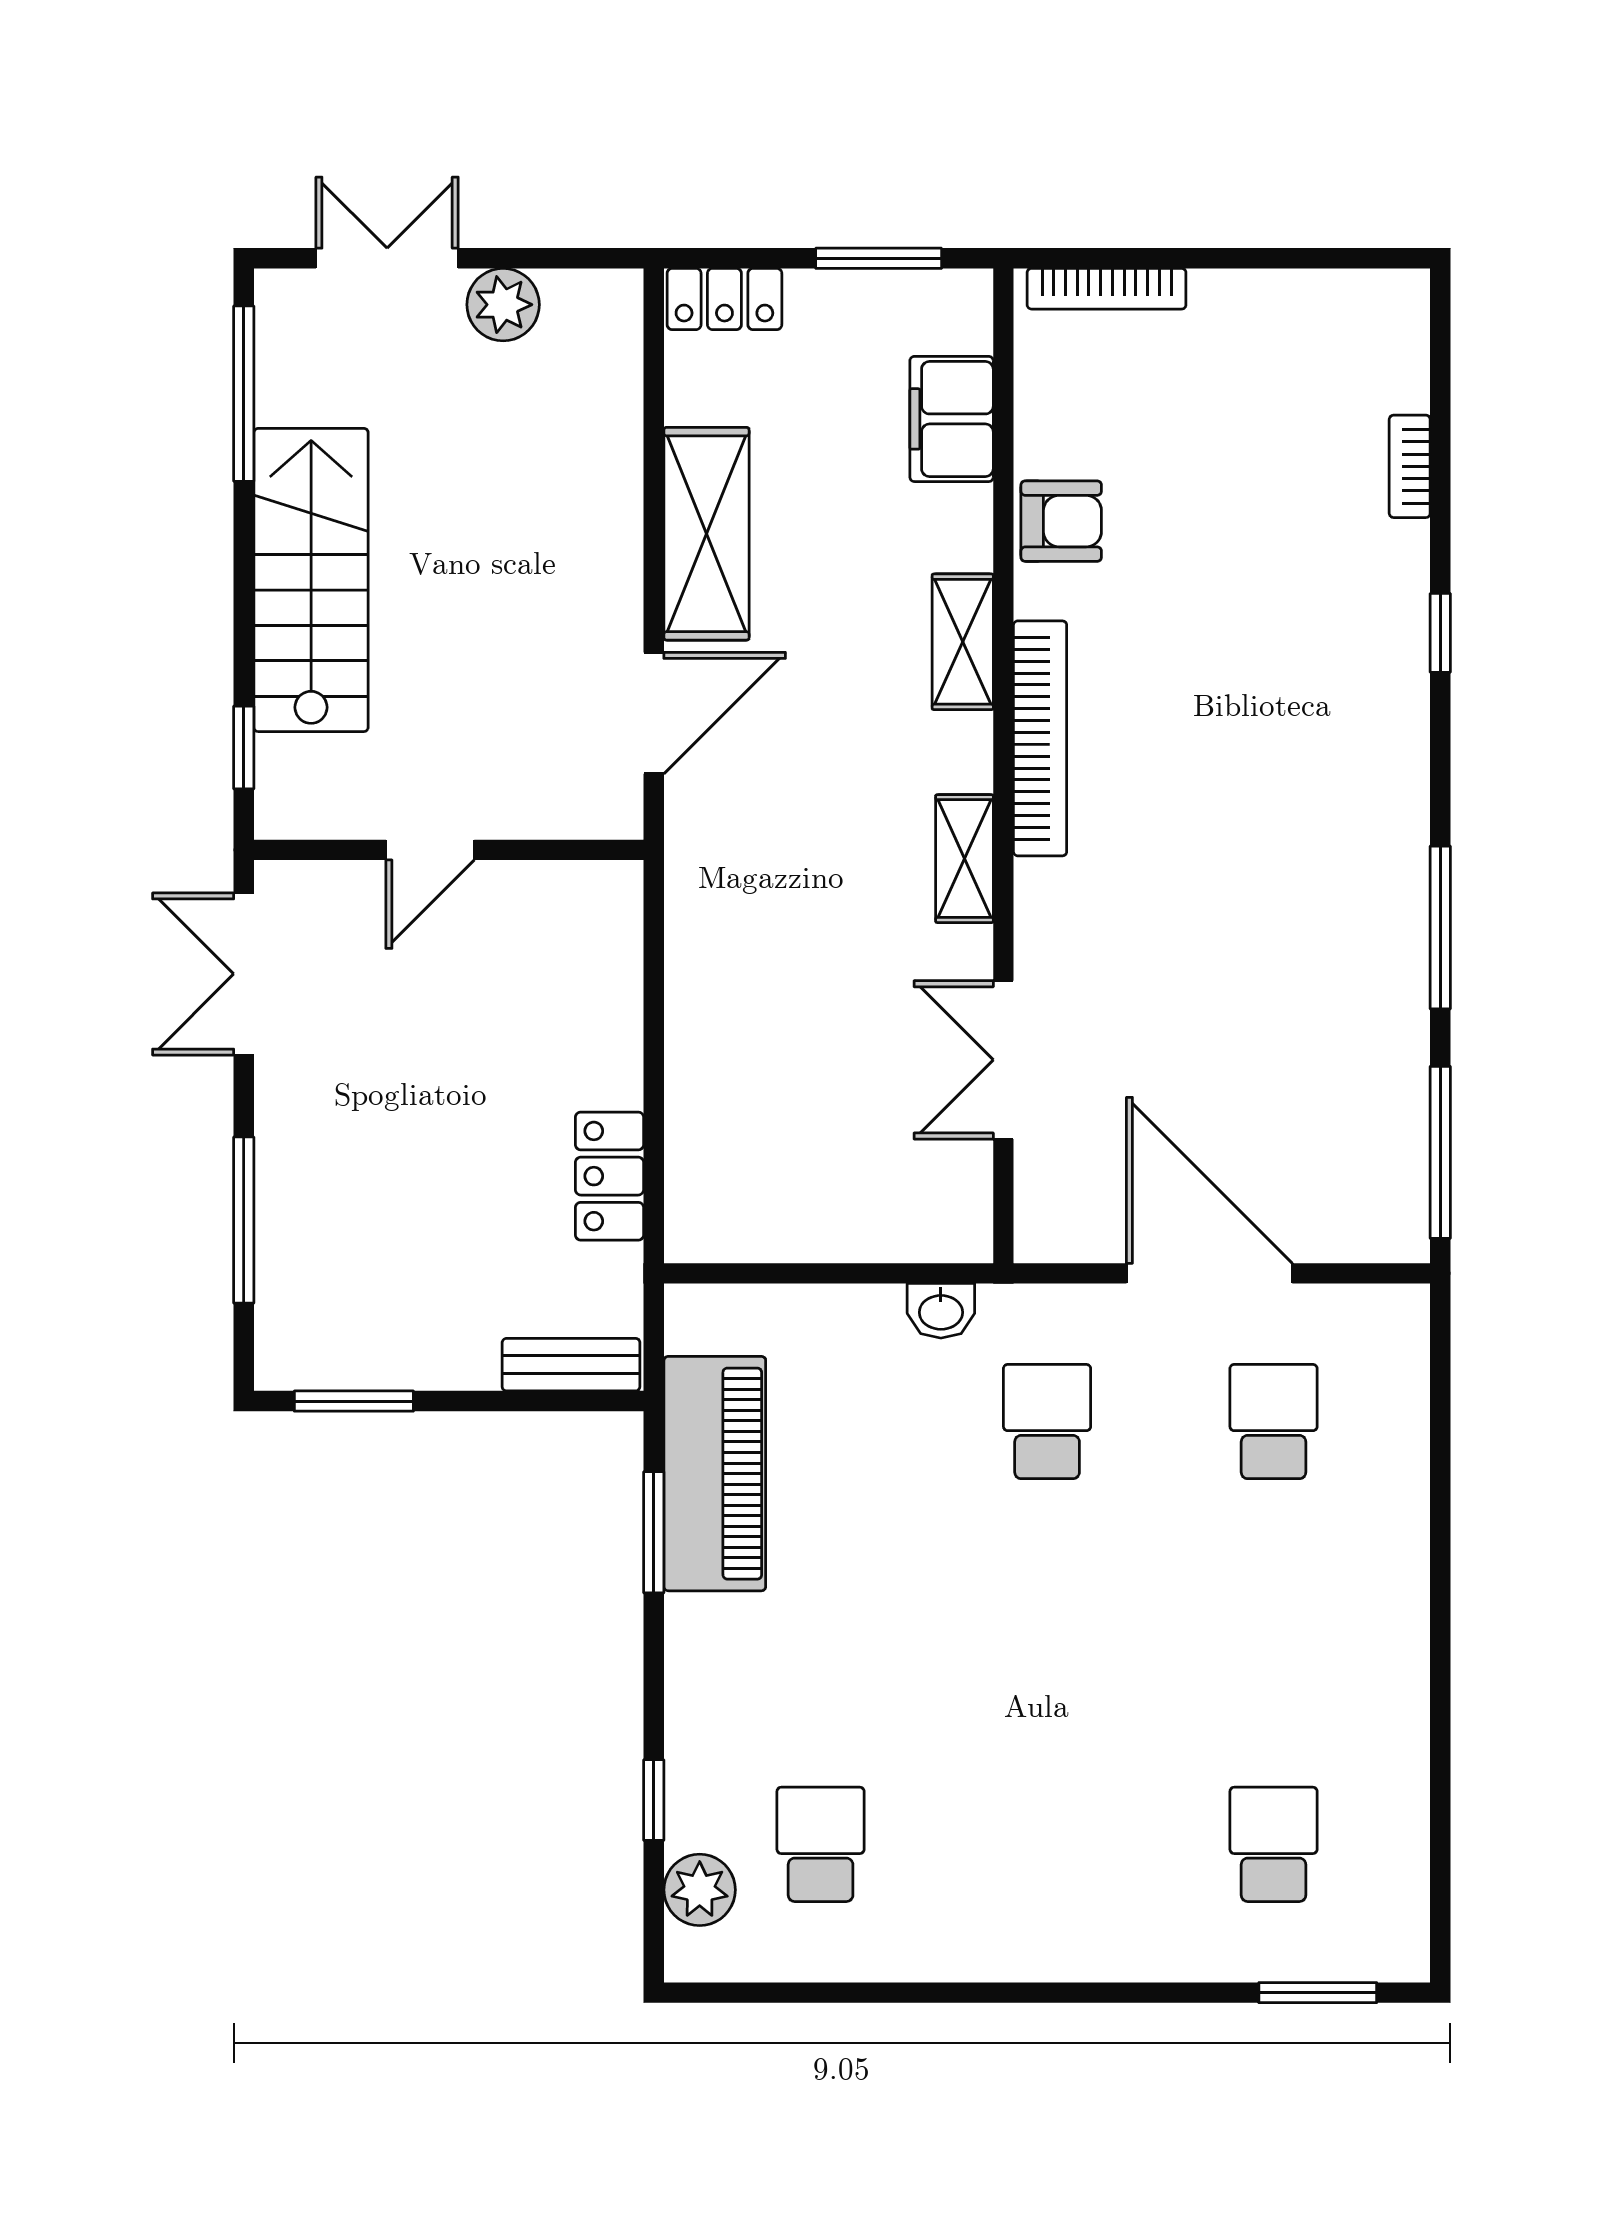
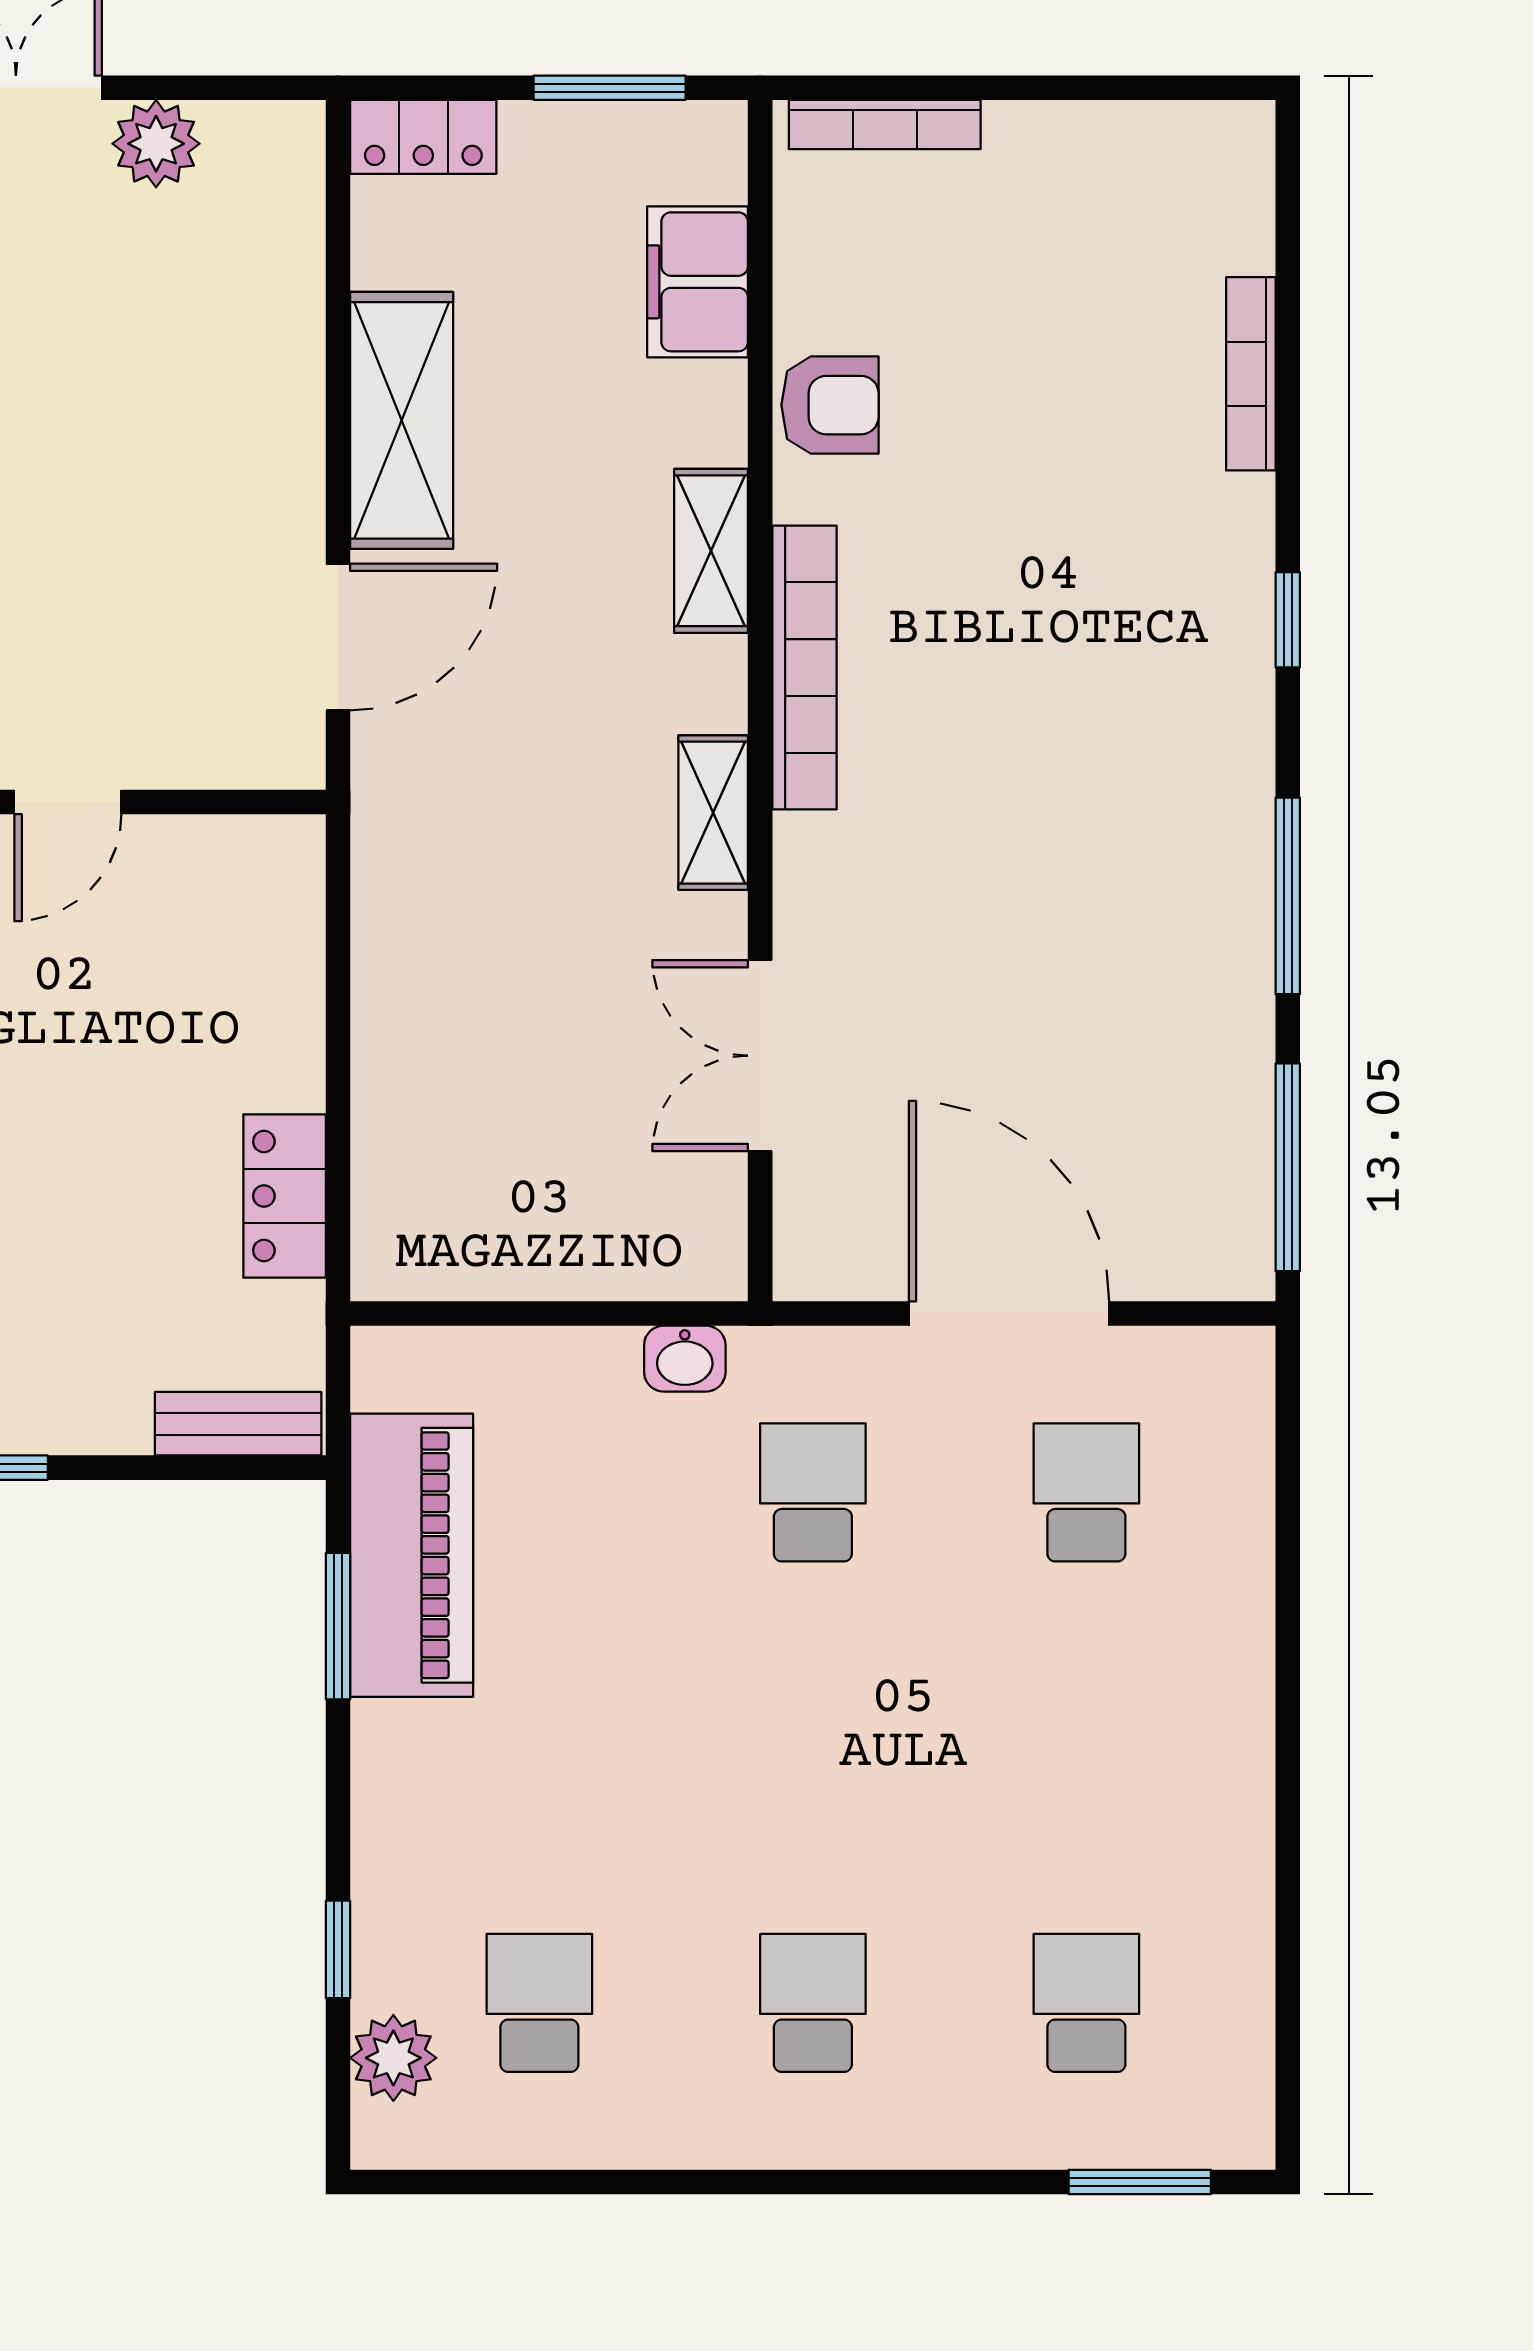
bookcase: (1410, 466) -> (1251, 374), width x1.56
window: (1440, 633) -> (1288, 620), moved
school desk: (1047, 1844) -> (813, 2003), added

